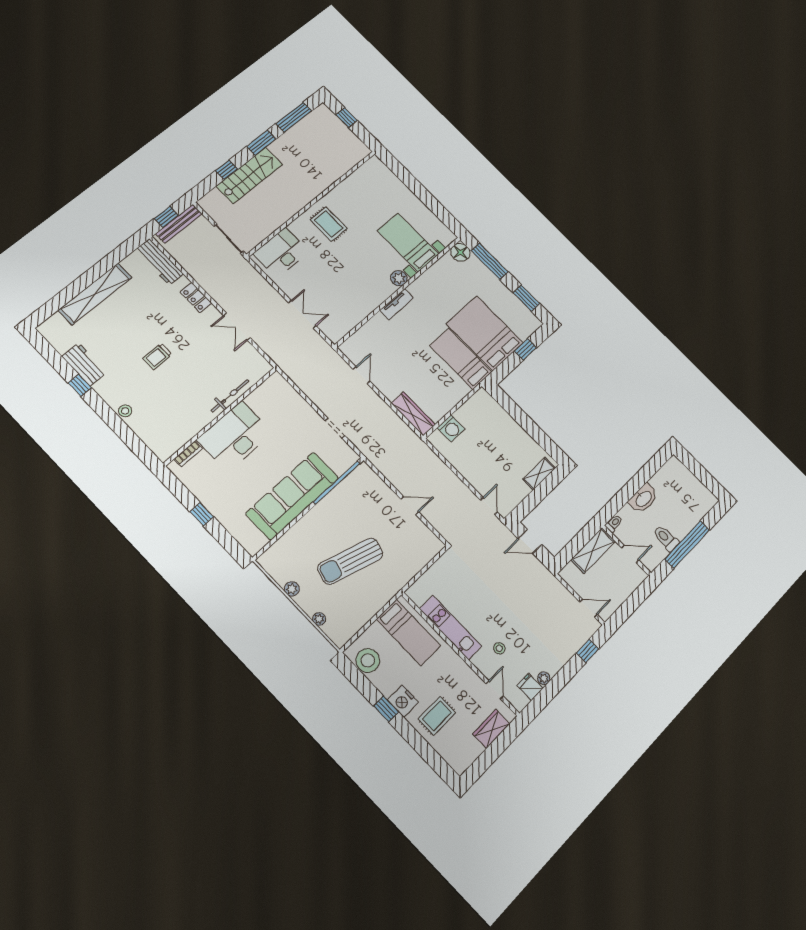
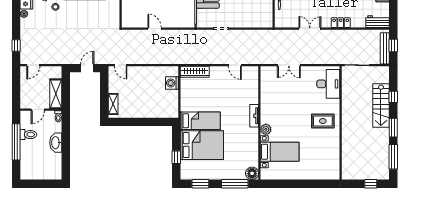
workbench: (159, 262) -> (378, 22), width x0.73
door: (410, 506) -> (155, 29), swing flipped

